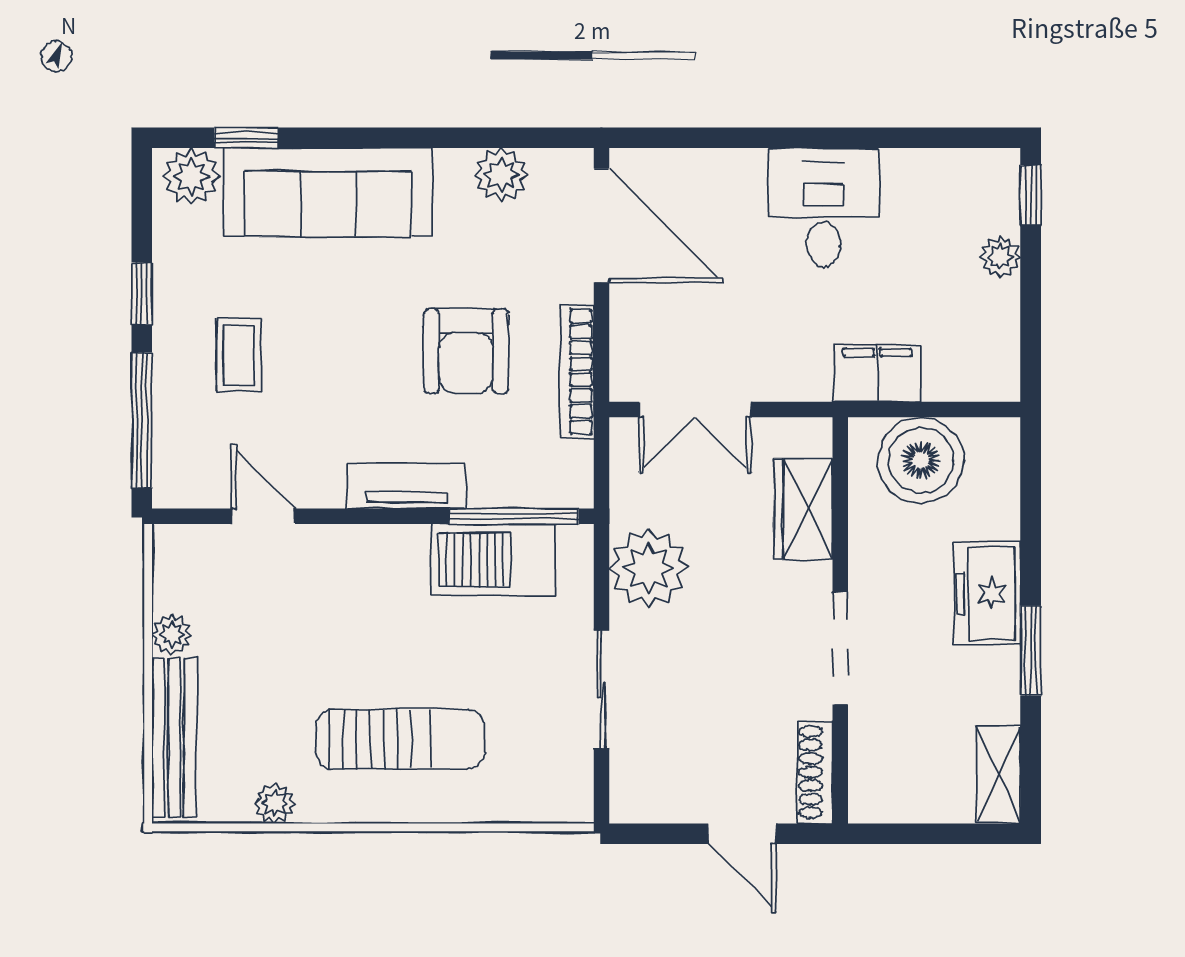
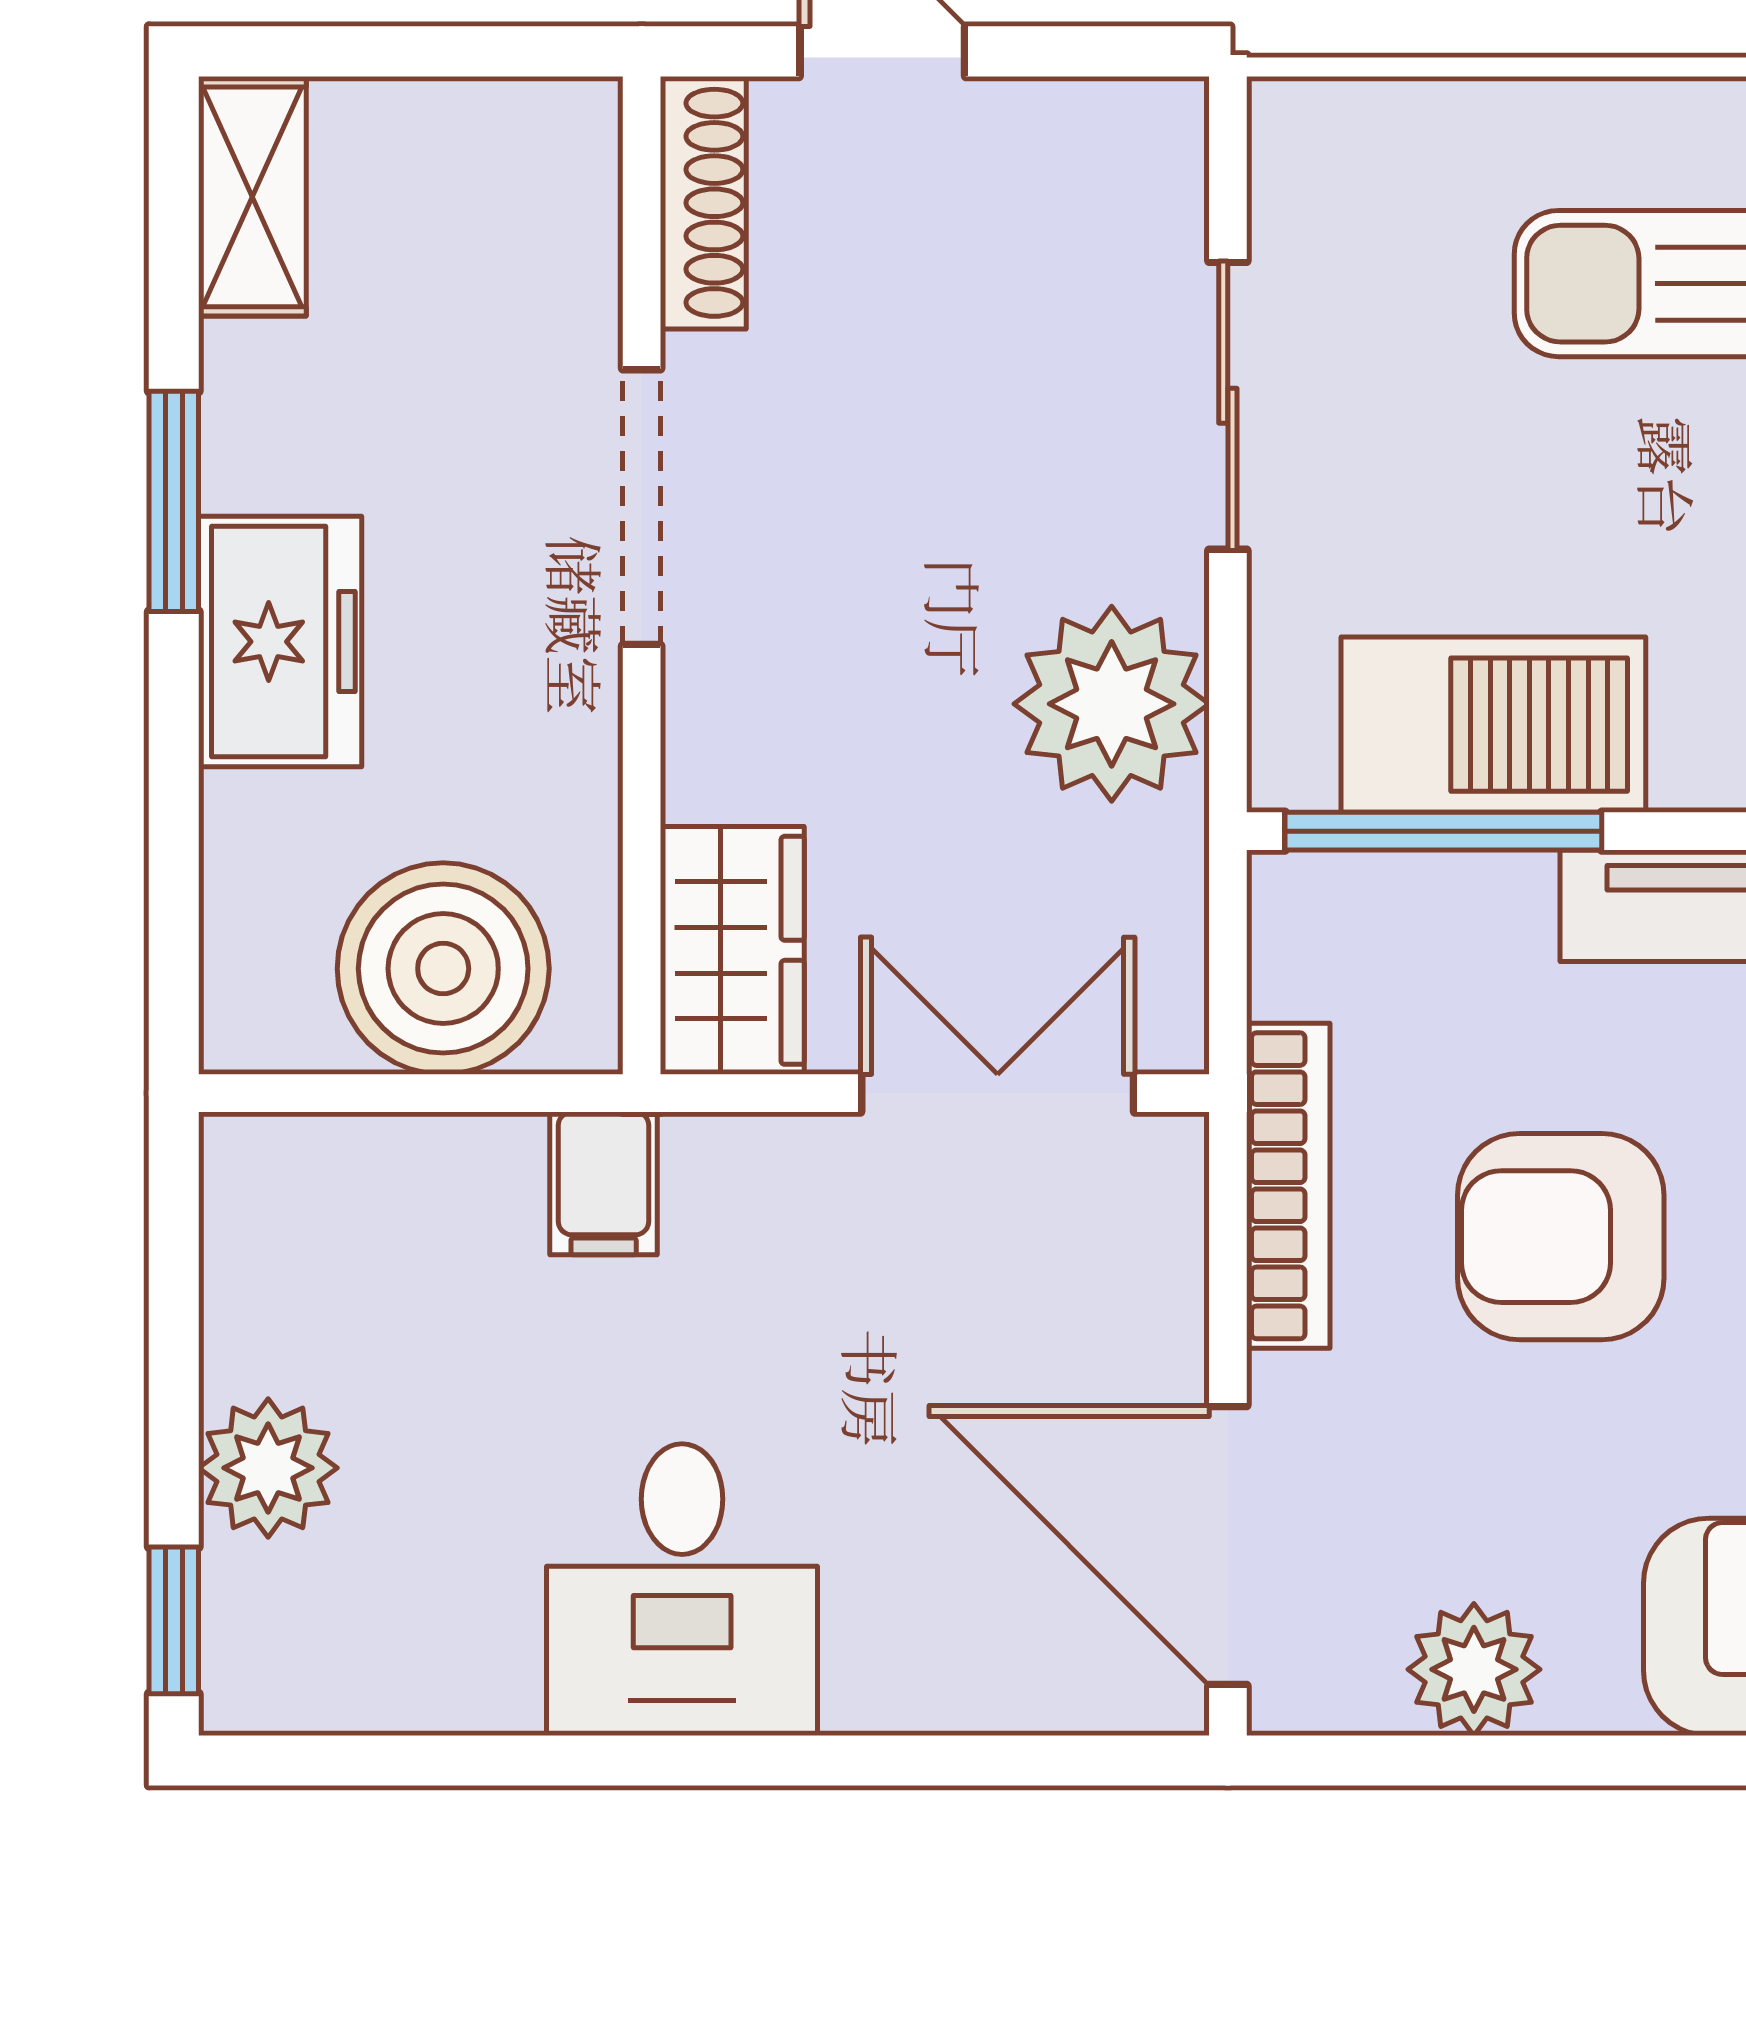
plant: (1000, 257) -> (268, 1468), width x1.38, depth x1.38
armchair: (466, 351) -> (1561, 1237), turned -90
filing cabinet: (877, 373) -> (604, 1183), width x0.50
wardrobe: (803, 509) -> (732, 950), moved

